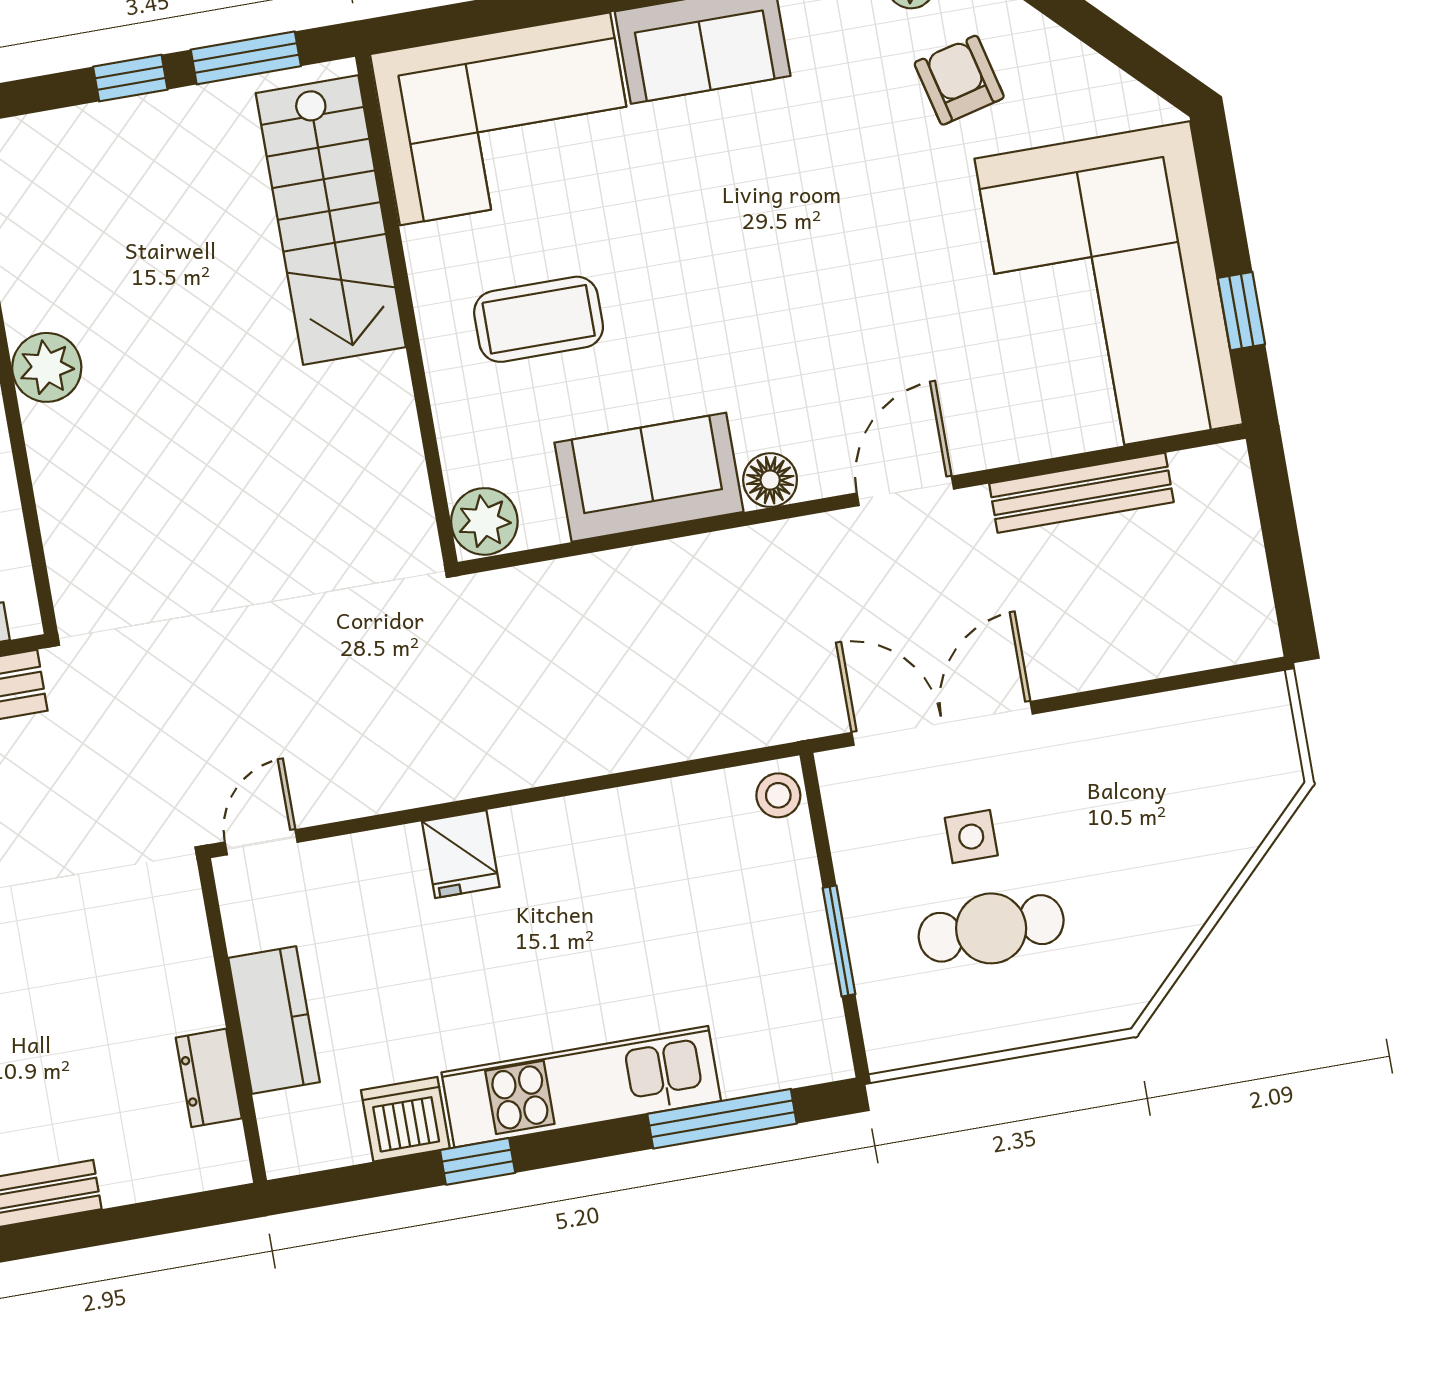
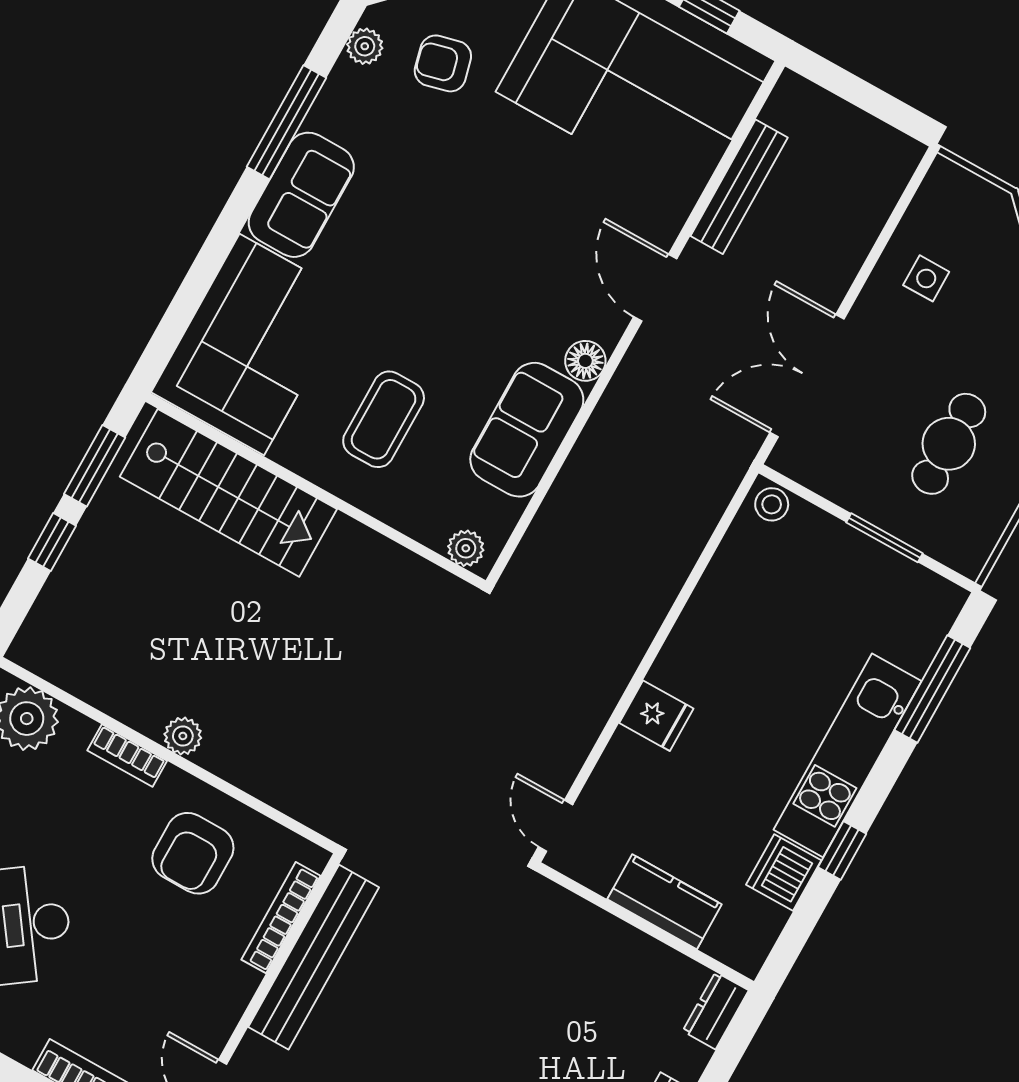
plant: (47, 367) -> (183, 736), width x0.73, depth x0.73
plant: (484, 521) -> (466, 548), width x0.73, depth x0.73
side table: (971, 837) -> (926, 278), moved
dresser: (209, 1078) -> (716, 1011), moved, turned 90

